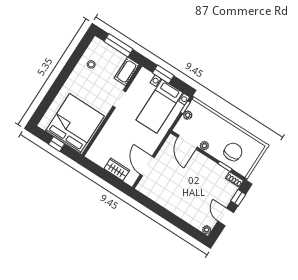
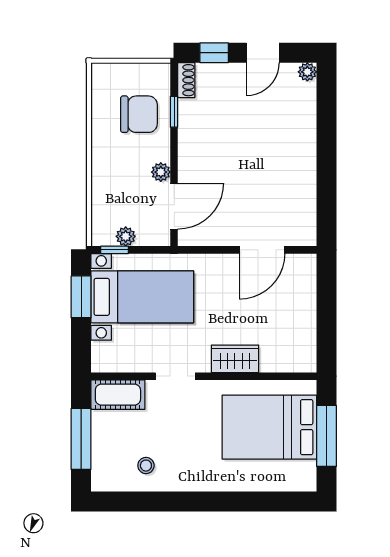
window: (163, 74) -> (81, 297), moved
bed: (75, 123) -> (269, 427), width x0.73
window: (57, 144) -> (326, 436), width x2.17
chair: (233, 152) -> (139, 114), turned 180
wardrobe: (117, 169) -> (235, 359), moved, turned 90

